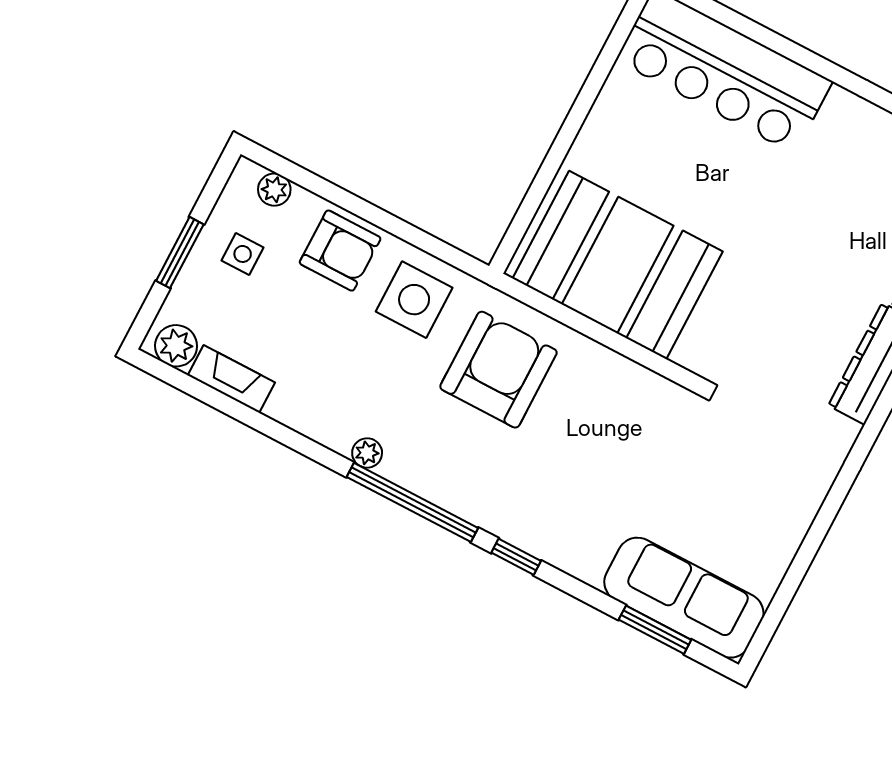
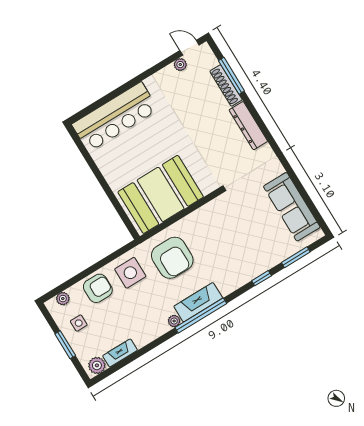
armchair: (498, 370) -> (172, 258), turned 180
fireplace: (437, 480) -> (198, 302), added
window: (516, 557) -> (262, 278), moved
sofa: (684, 598) -> (292, 207), moved, turned -90

